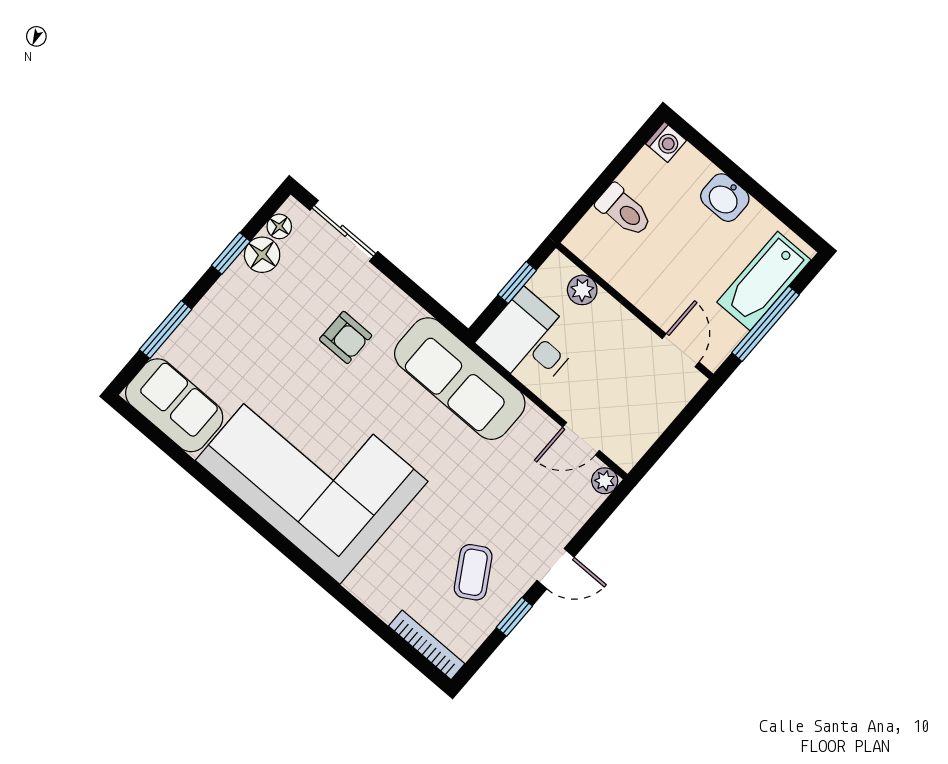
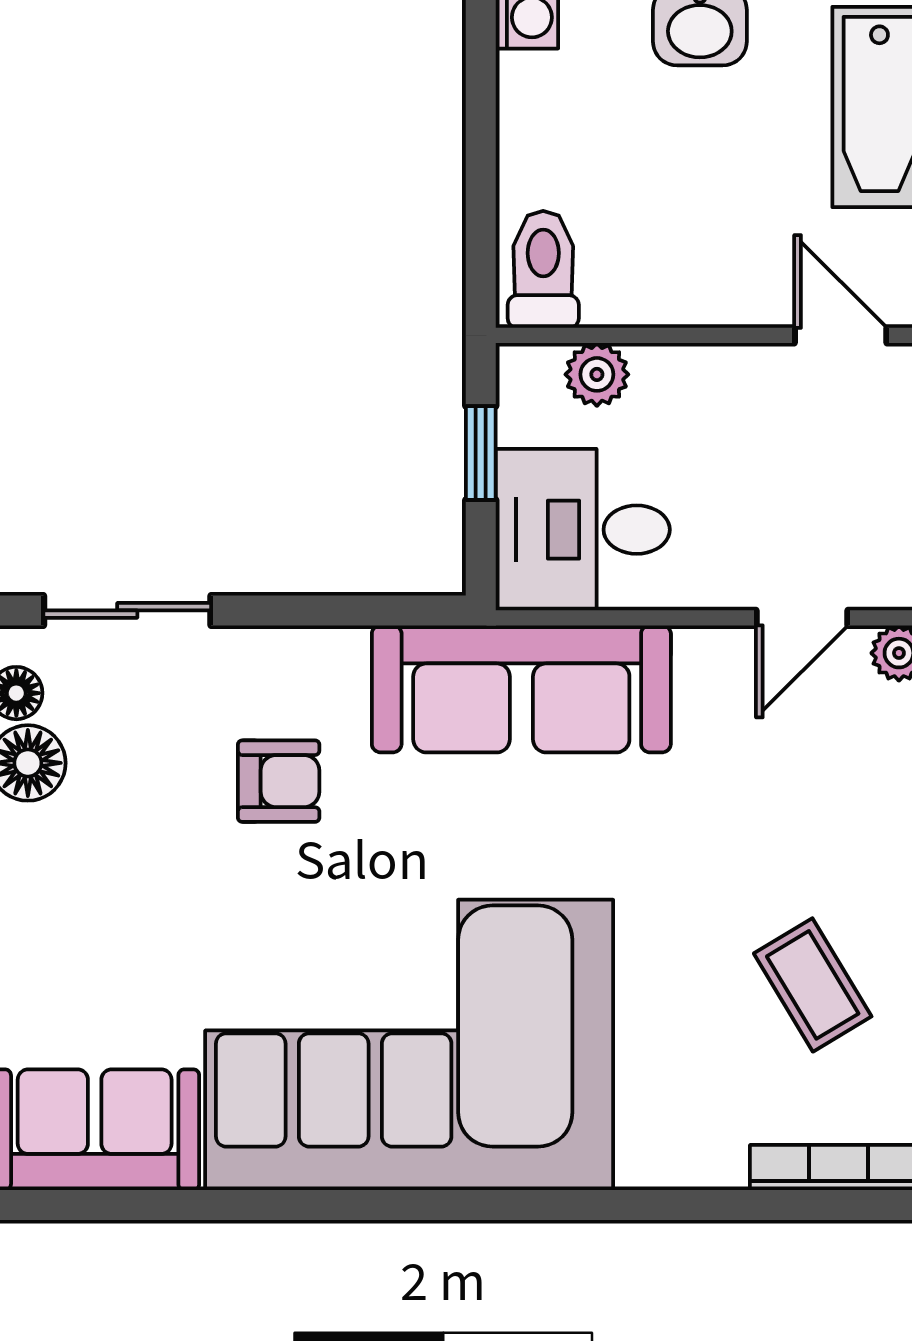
toilet: (624, 210) -> (543, 269), moved, turned -90

